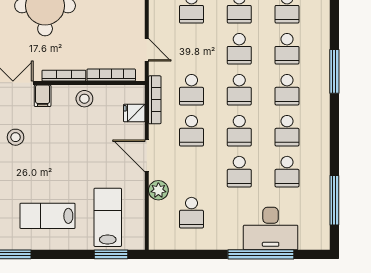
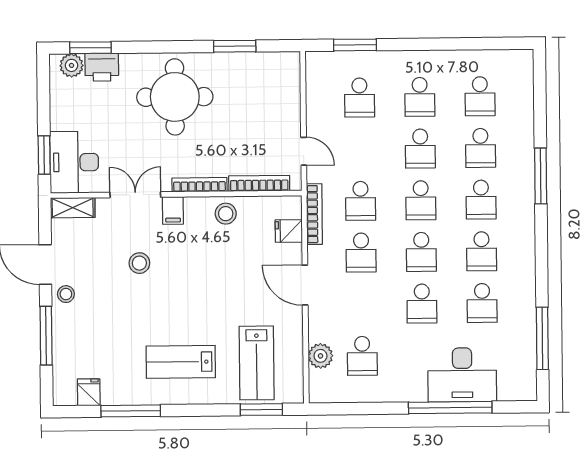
plant: (158, 190) -> (320, 356), moved
lab bench: (108, 217) -> (257, 363), turned 180

